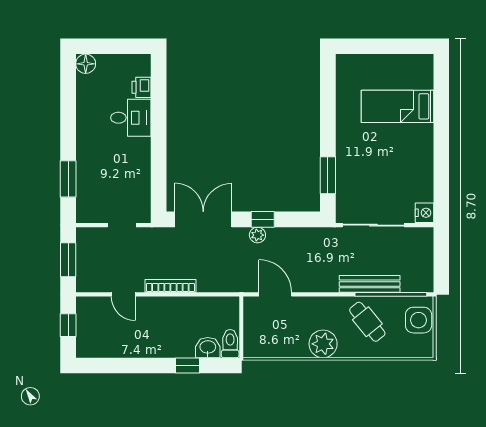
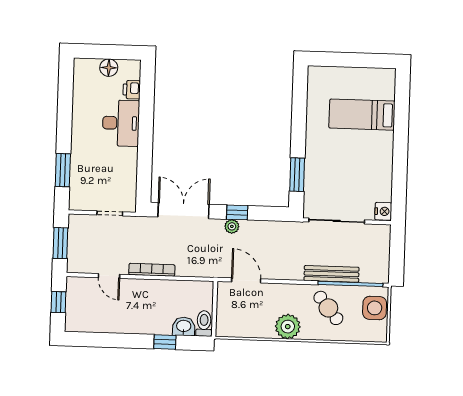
floor lamp: (86, 64) -> (109, 68), moved
desk: (131, 118) -> (121, 123), width x1.37

